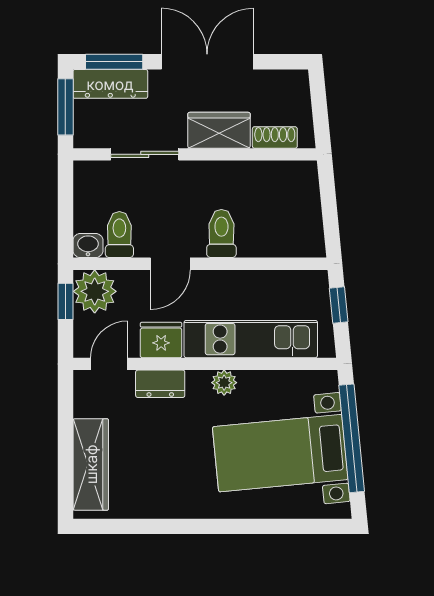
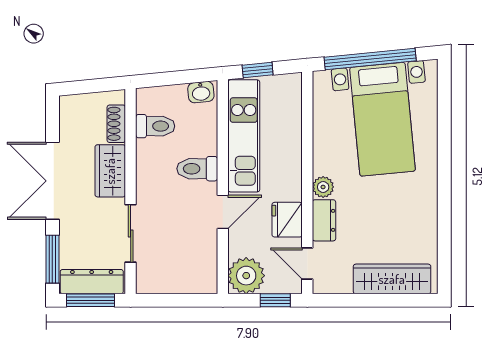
dresser: (110, 84) -> (92, 282), moved, turned -90
toilet: (119, 235) -> (155, 126), moved, turned 180
washbasin: (88, 246) -> (201, 92), moved, turned -96
door: (170, 264) -> (223, 212), hinge flipped
window: (65, 301) -> (275, 300), moved
kitchen unit: (251, 339) -> (244, 136), moved, turned 180
plant: (224, 383) -> (323, 187), moved

